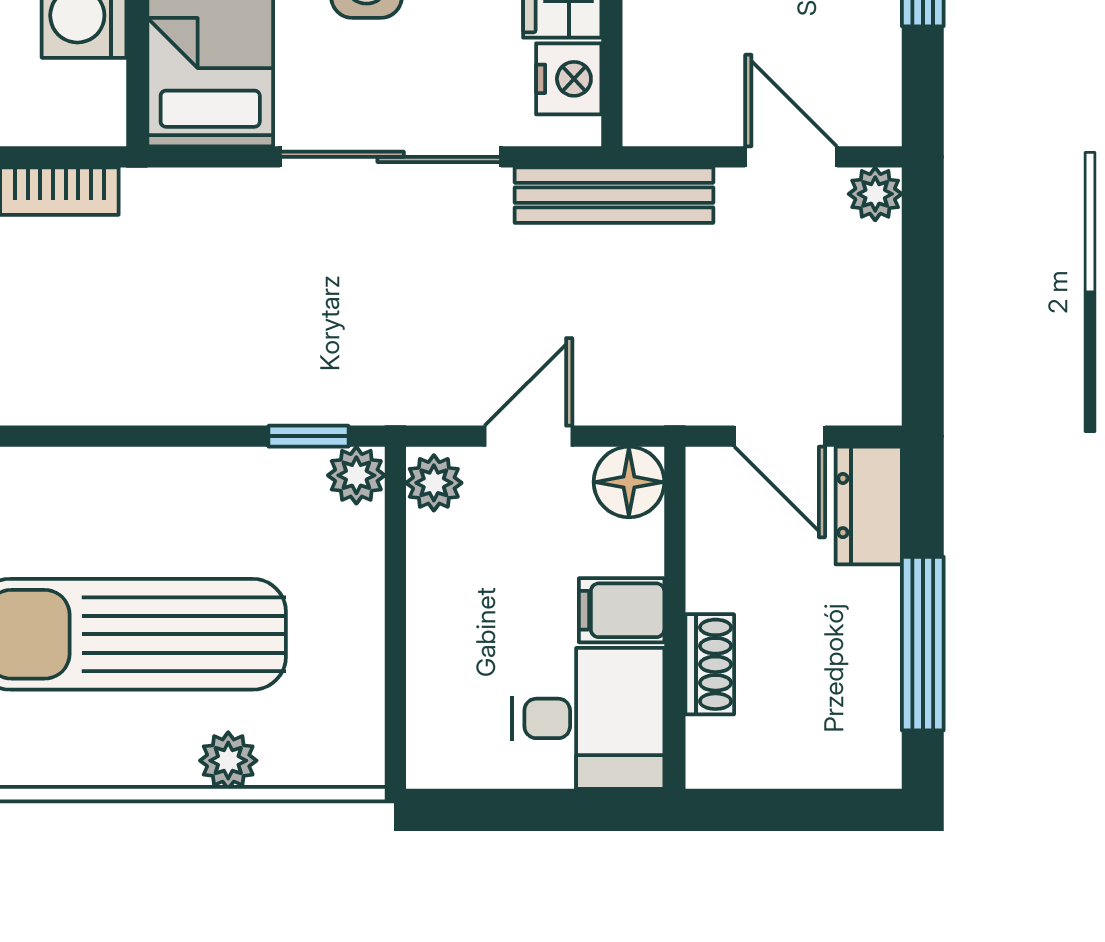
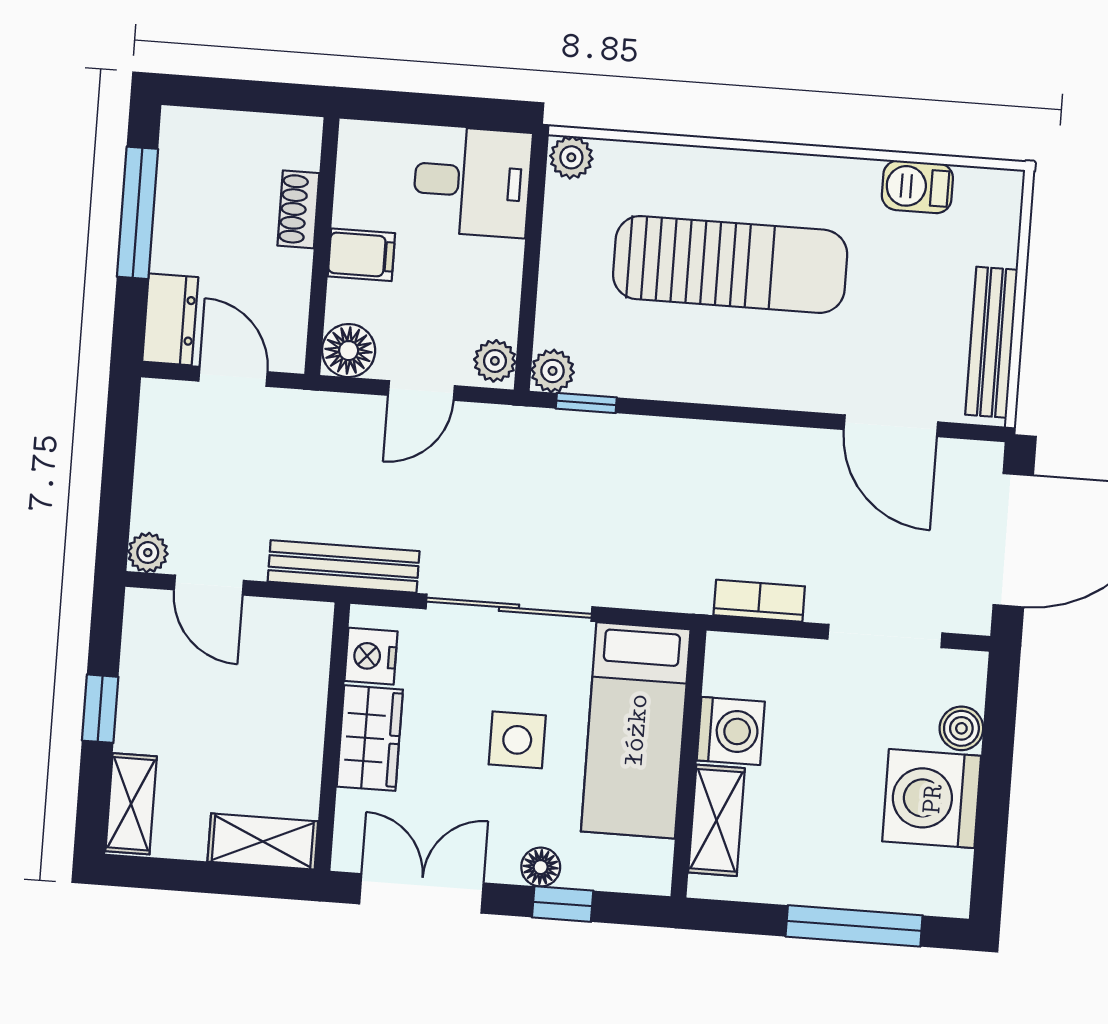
desk: (588, 718) -> (472, 182), moved, turned 180
plant: (228, 761) -> (571, 157), moved

